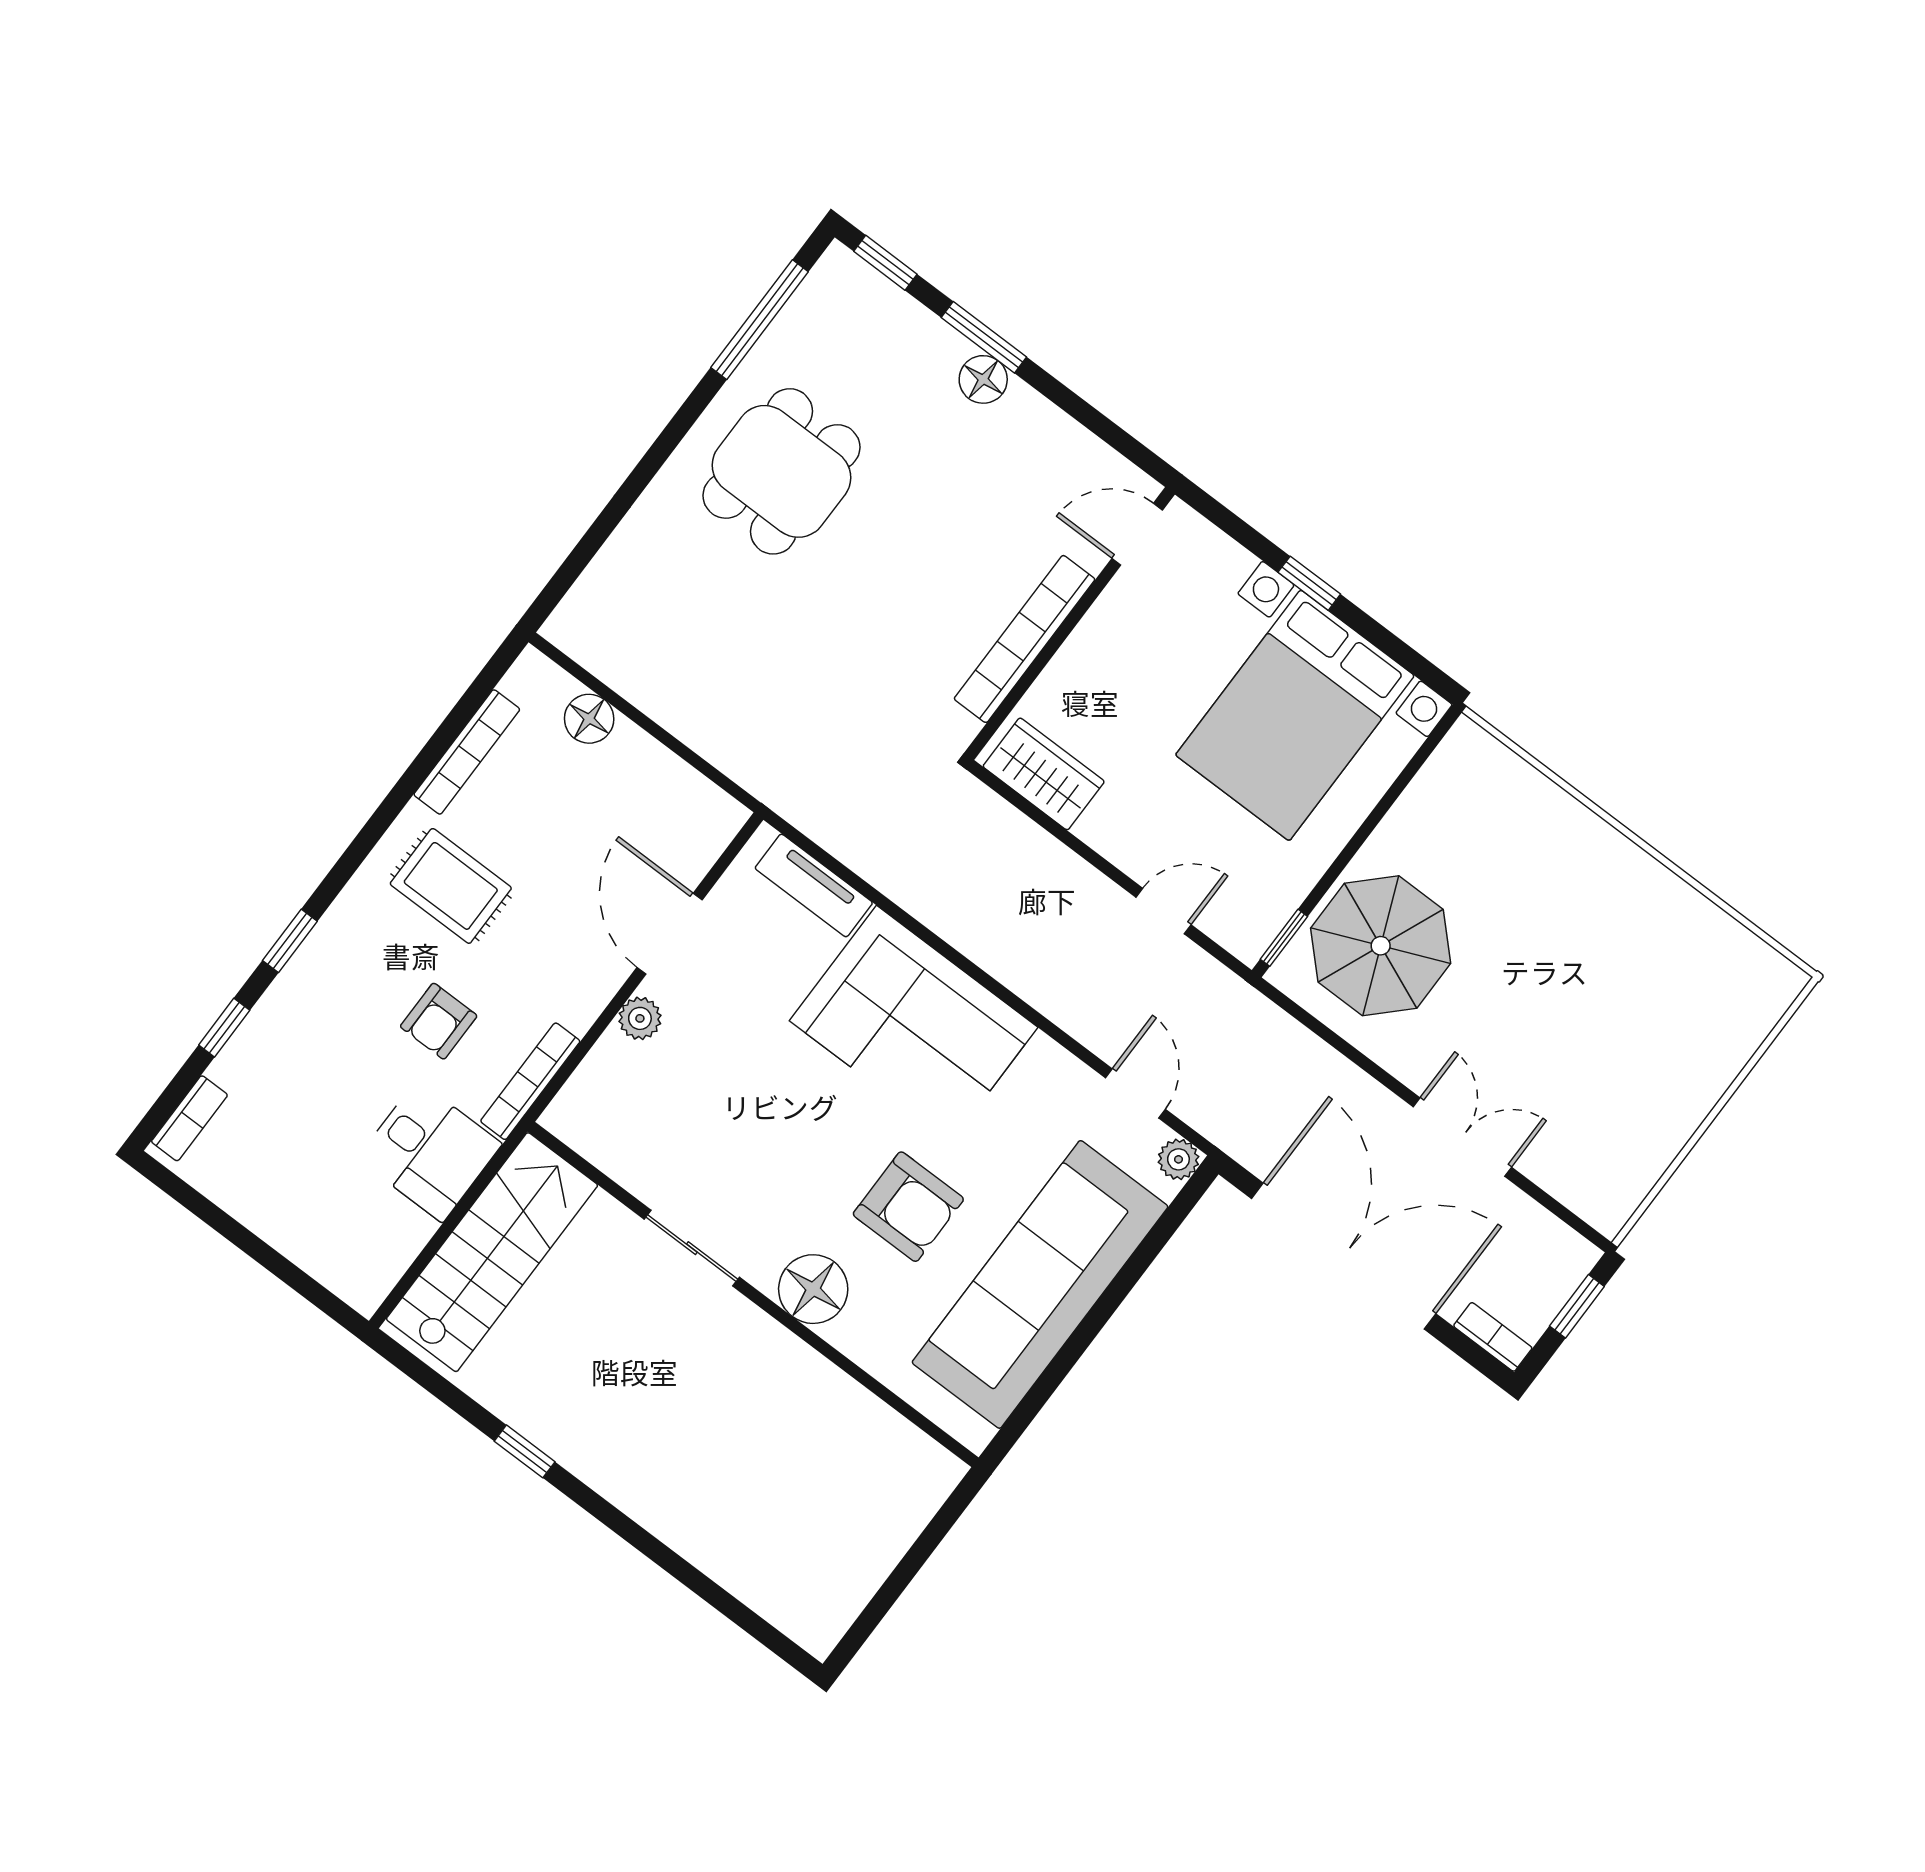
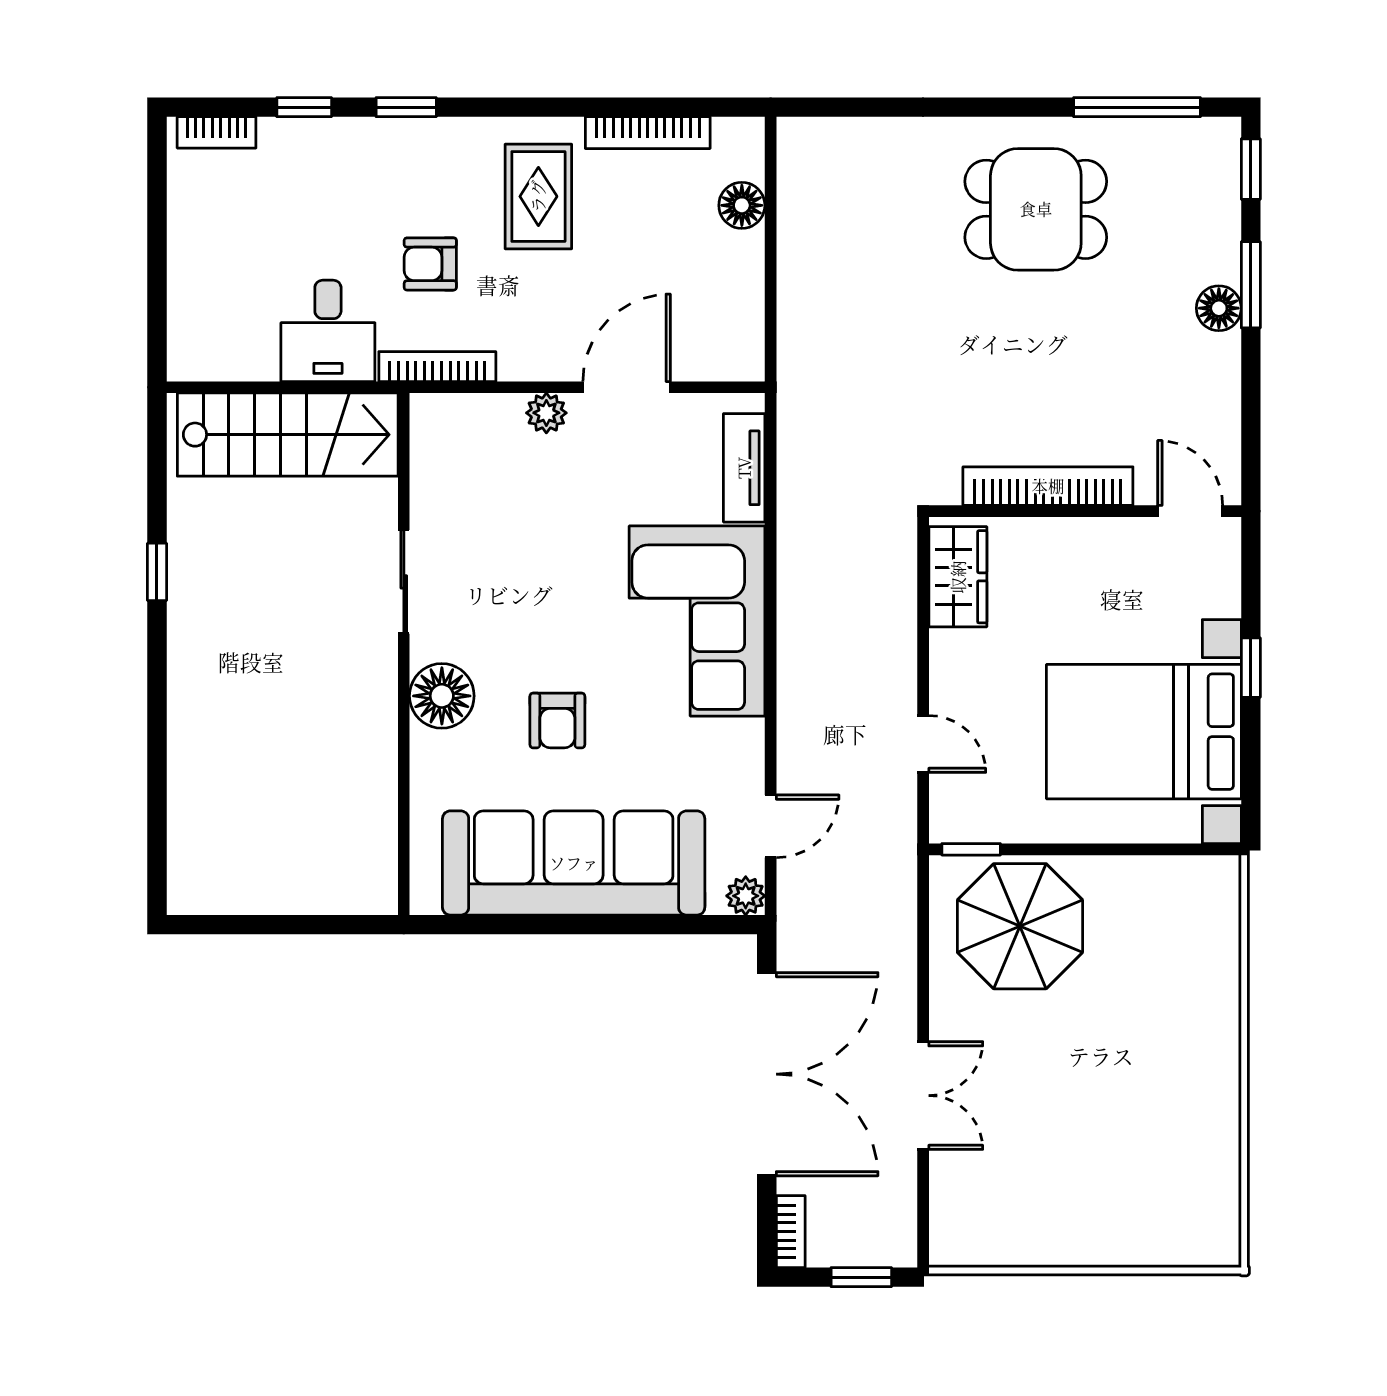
armchair: (908, 1207) -> (557, 720), width x0.72, depth x0.72

